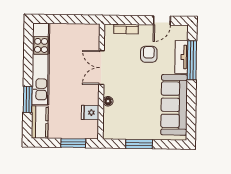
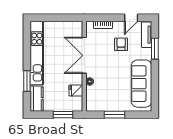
tv unit: (181, 57) -> (147, 35), moved
window: (192, 60) -> (155, 49), width x0.69
double door: (101, 68) -> (84, 55), width x1.37

